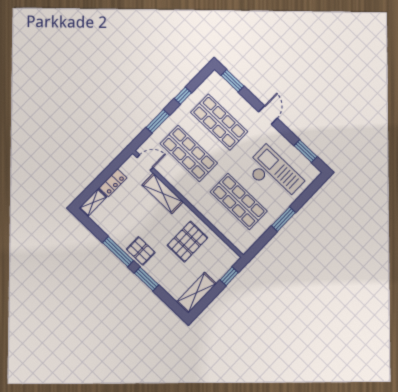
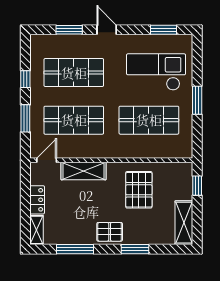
window: (232, 81) -> (69, 30), moved
window: (118, 252) -> (75, 249), moved

